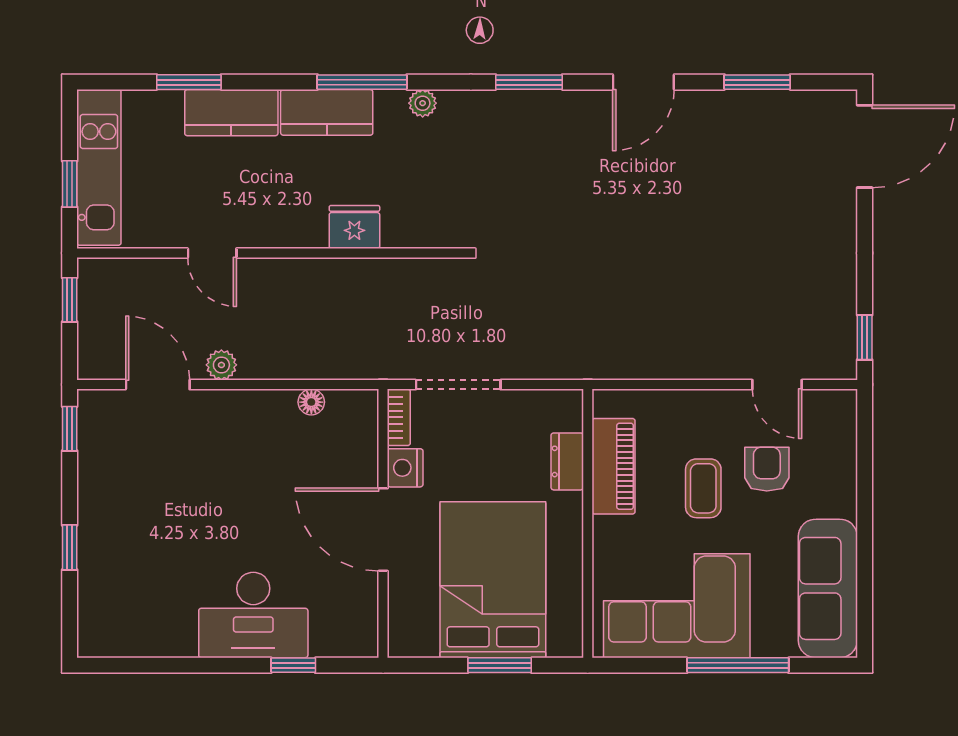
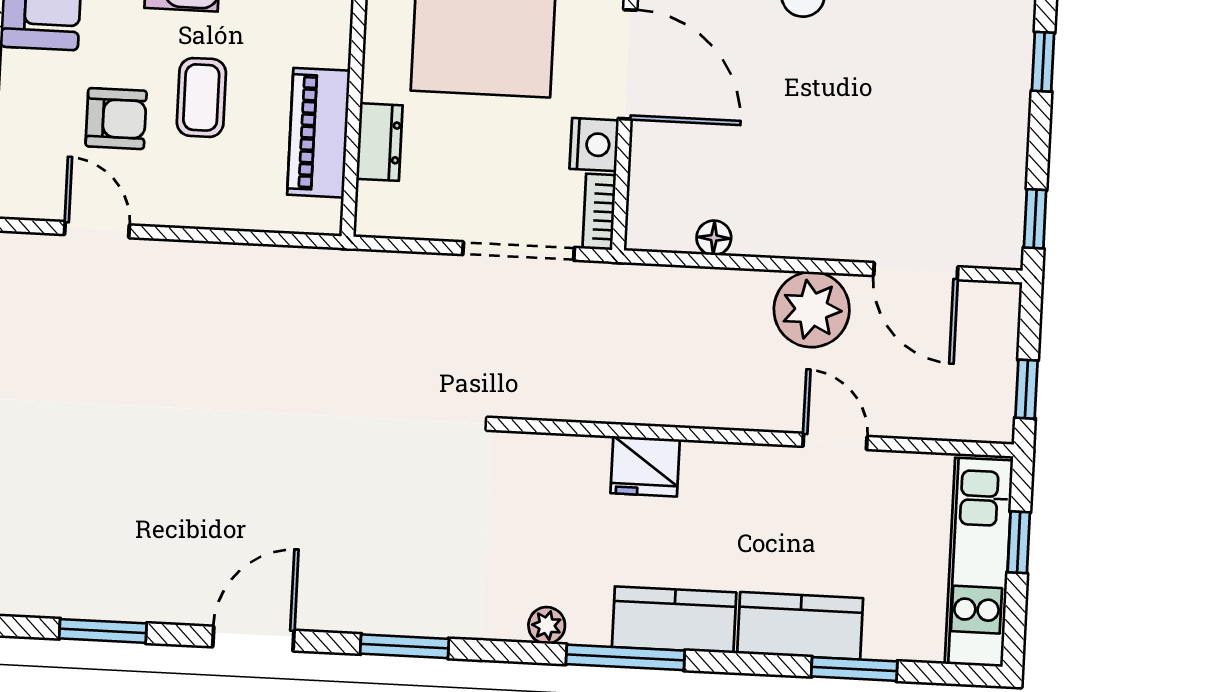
plant: (221, 365) -> (812, 309), width x1.87, depth x1.87
armchair: (767, 469) -> (116, 119), turned -90

